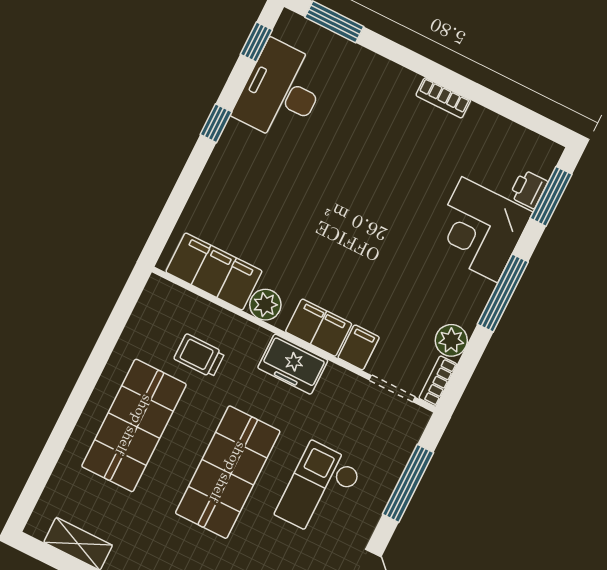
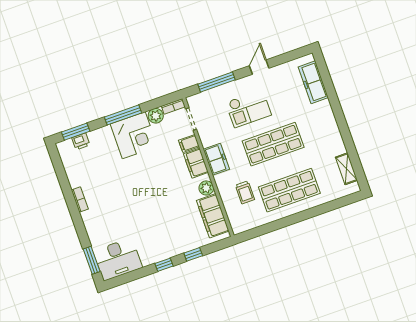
window: (256, 42) -> (193, 254), moved
desk: (281, 91) -> (118, 259), moved
corner desk: (480, 230) -> (134, 135), moved

